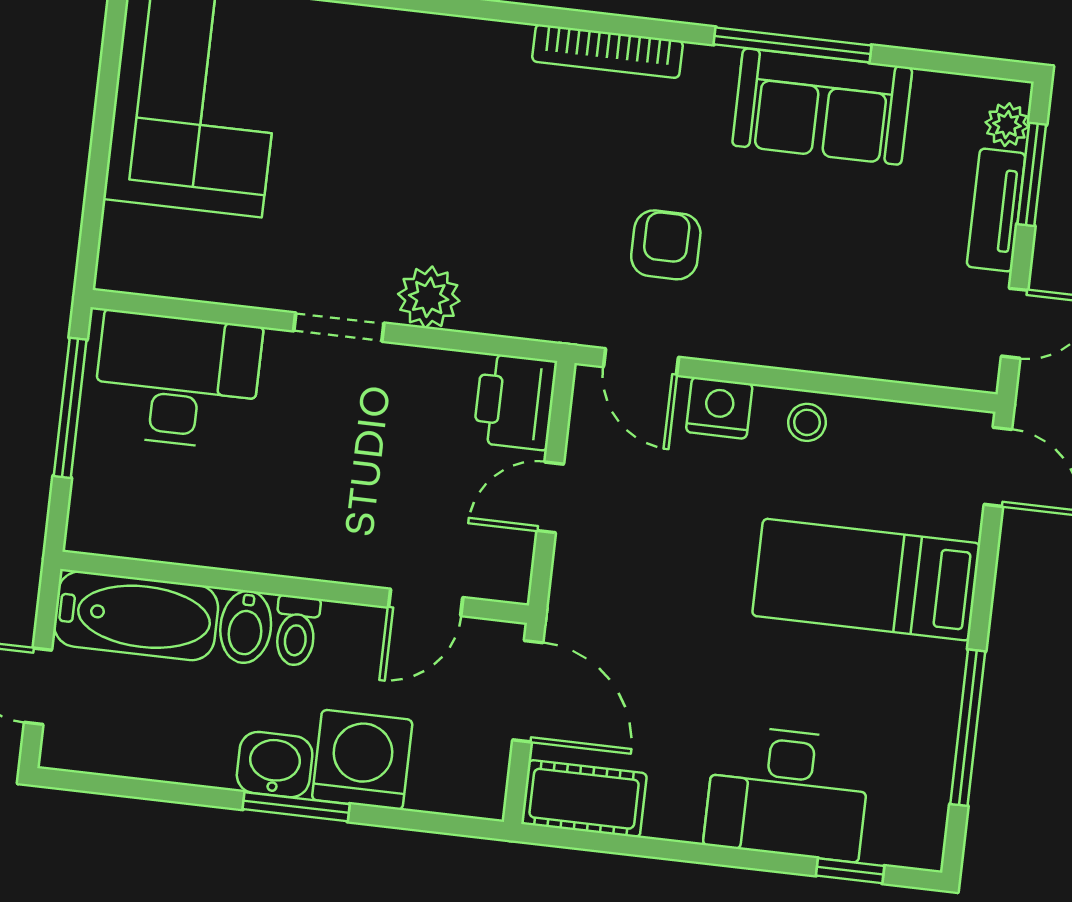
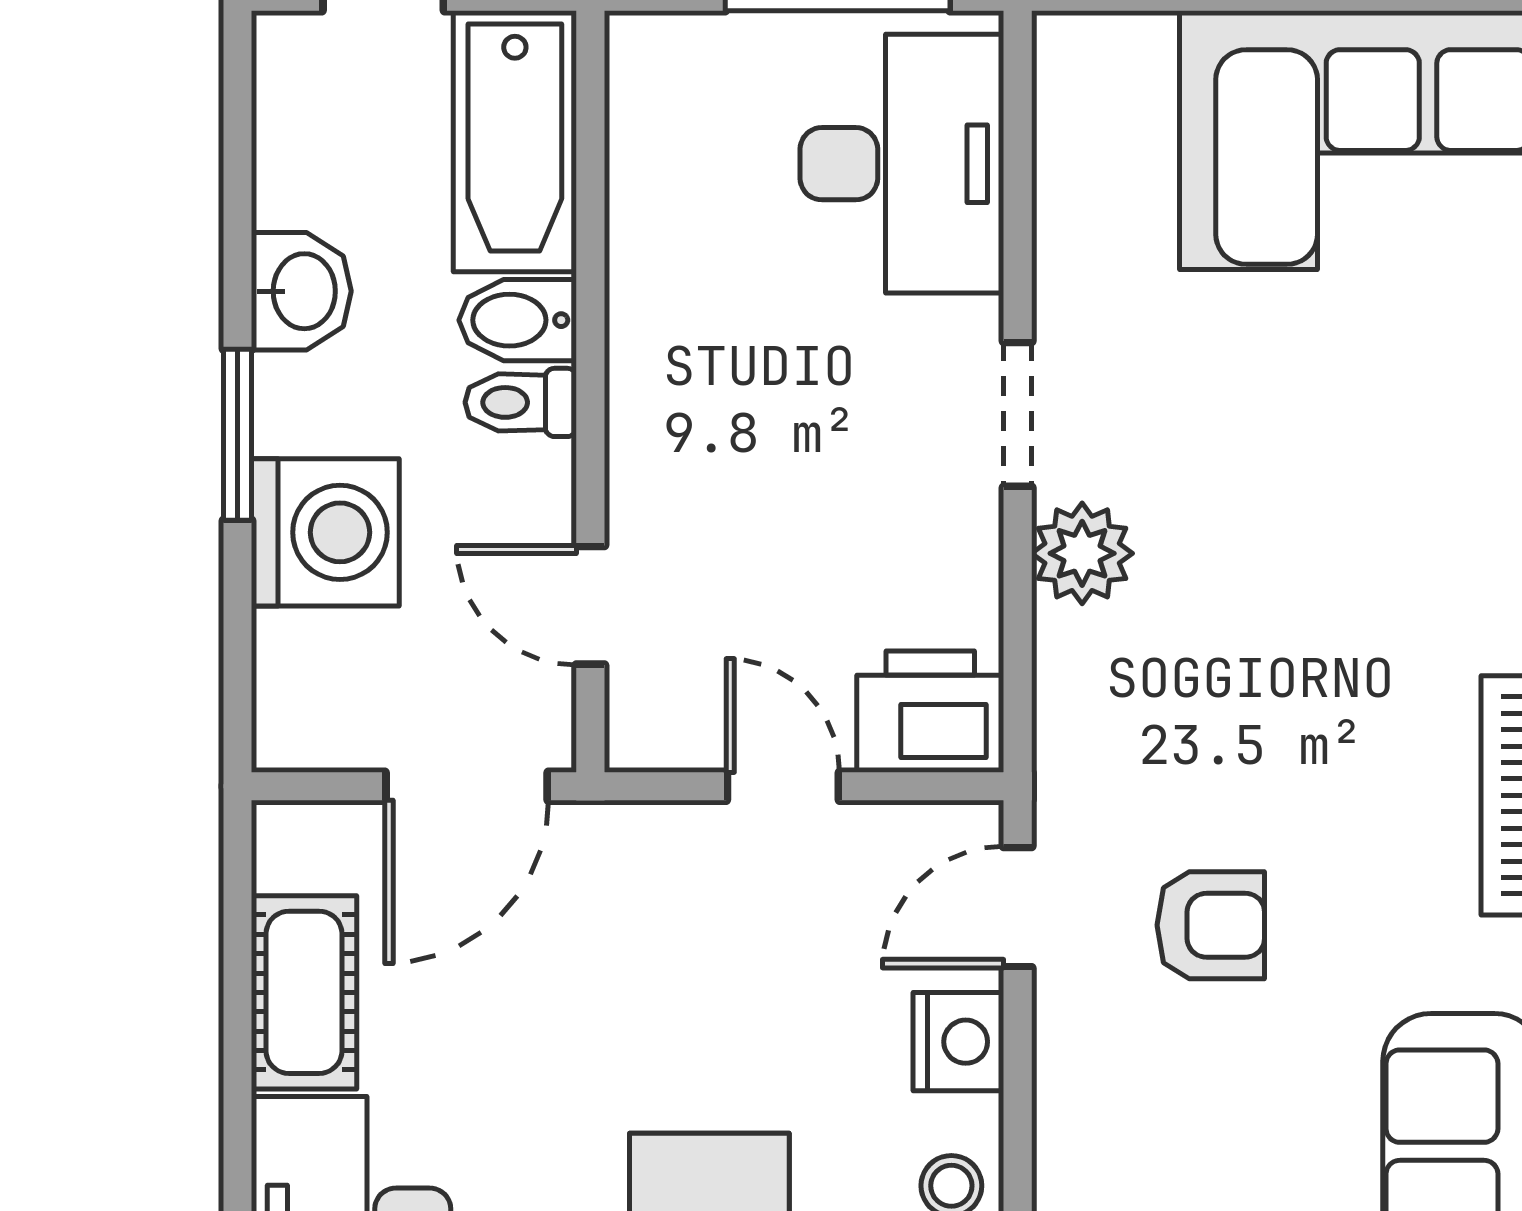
washbasin: (275, 765) -> (301, 291), moved
cot: (584, 799) -> (304, 992), moved

